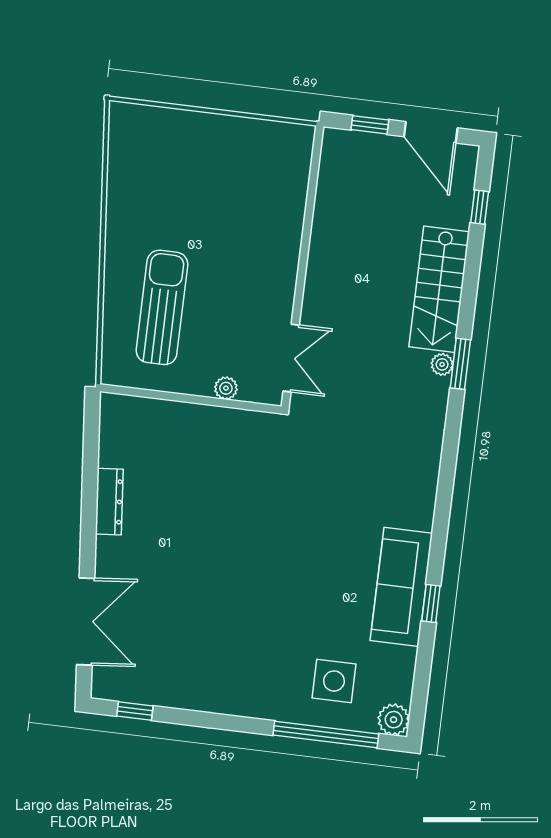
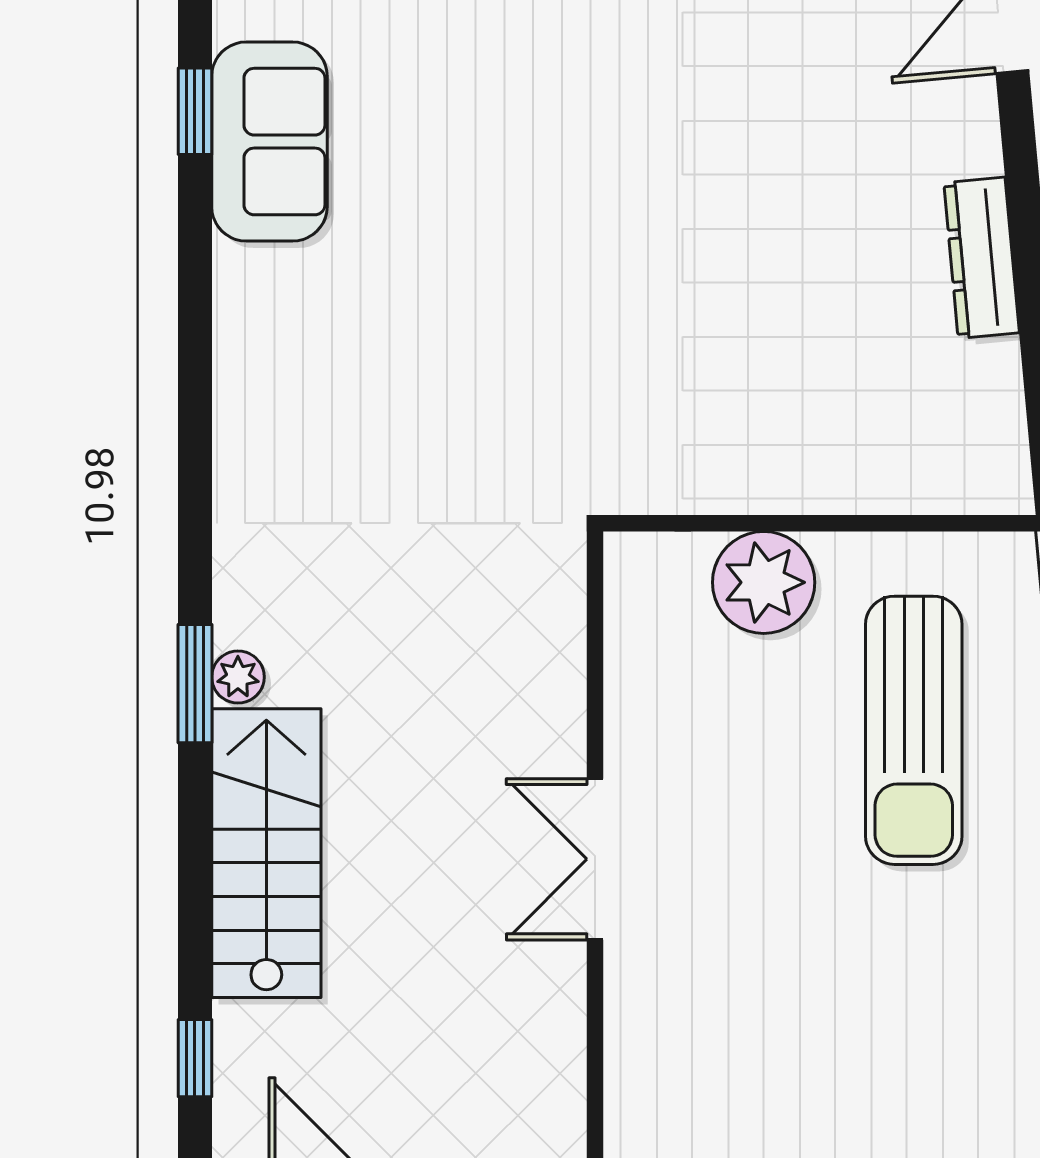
double door: (291, 358) -> (595, 859), moved
plant: (226, 388) -> (764, 582), width x1.88, depth x1.88
sofa: (401, 587) -> (269, 142), width x0.73

